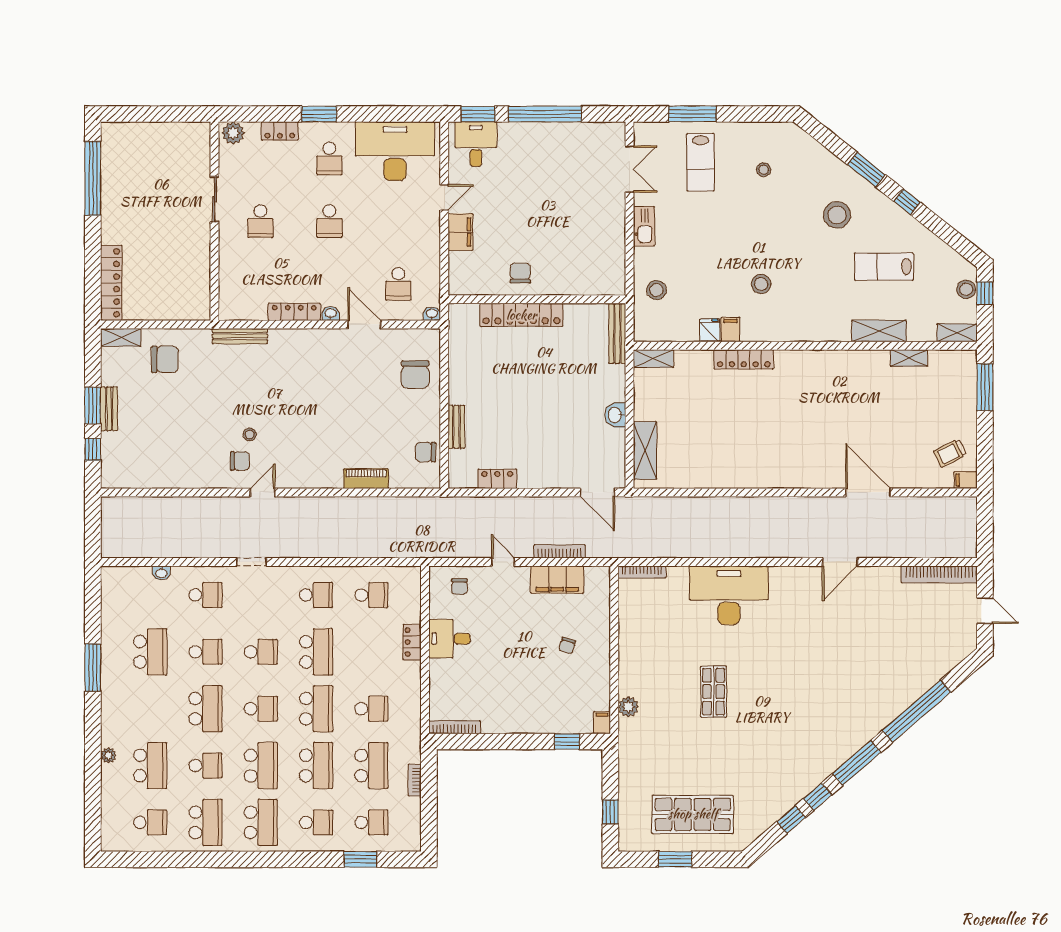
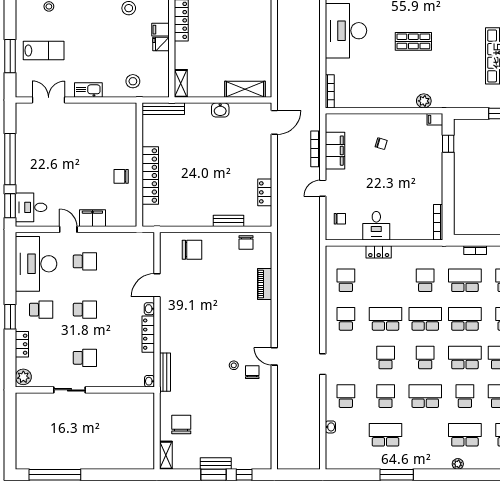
locker: (111, 283) -> (128, 462), removed
school desk: (398, 284) -> (85, 261), moved
washbasin: (432, 314) -> (149, 381), moved

